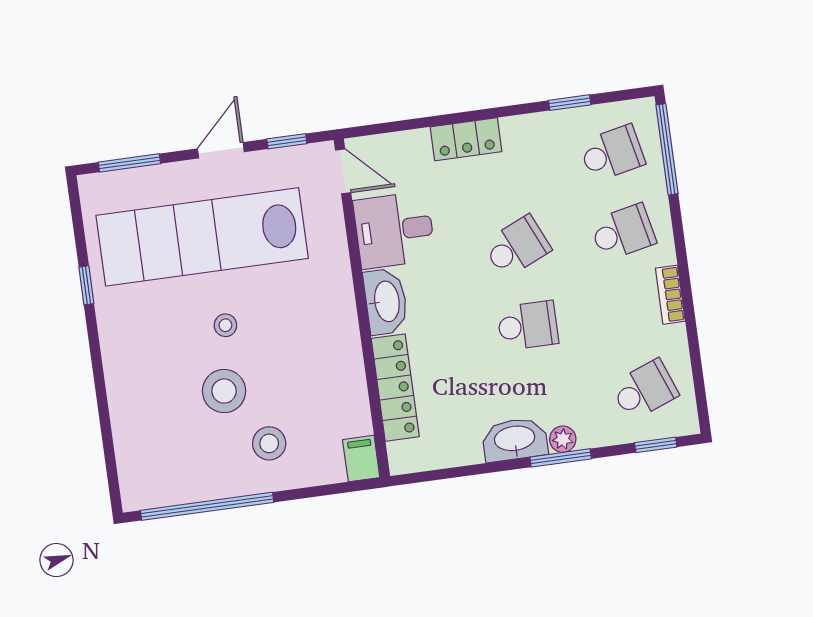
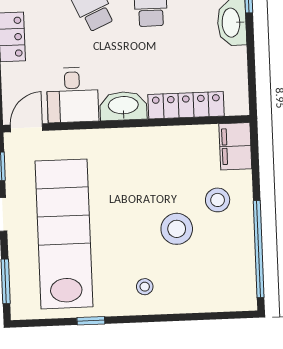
lab bench: (202, 237) -> (64, 234), turned 180
stool: (225, 325) -> (145, 287), moved
filing cabinet: (361, 459) -> (235, 146), width x2.00

